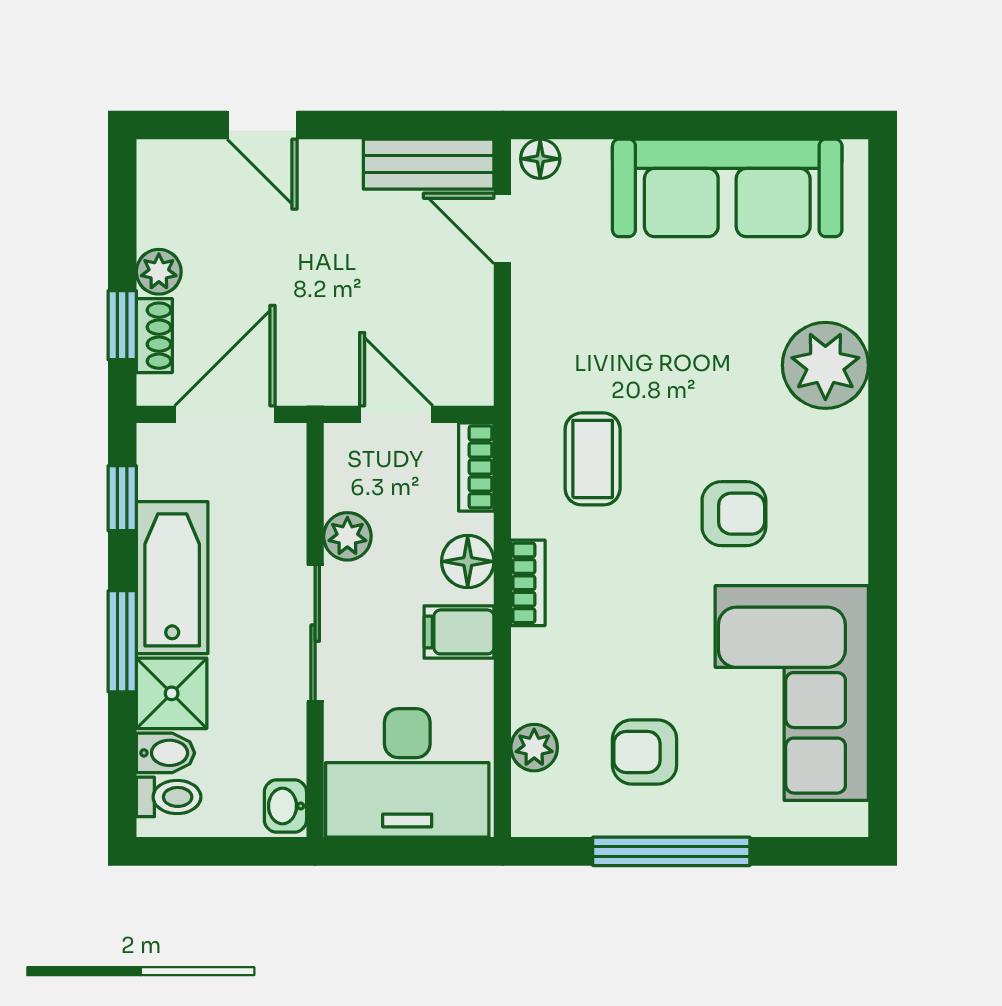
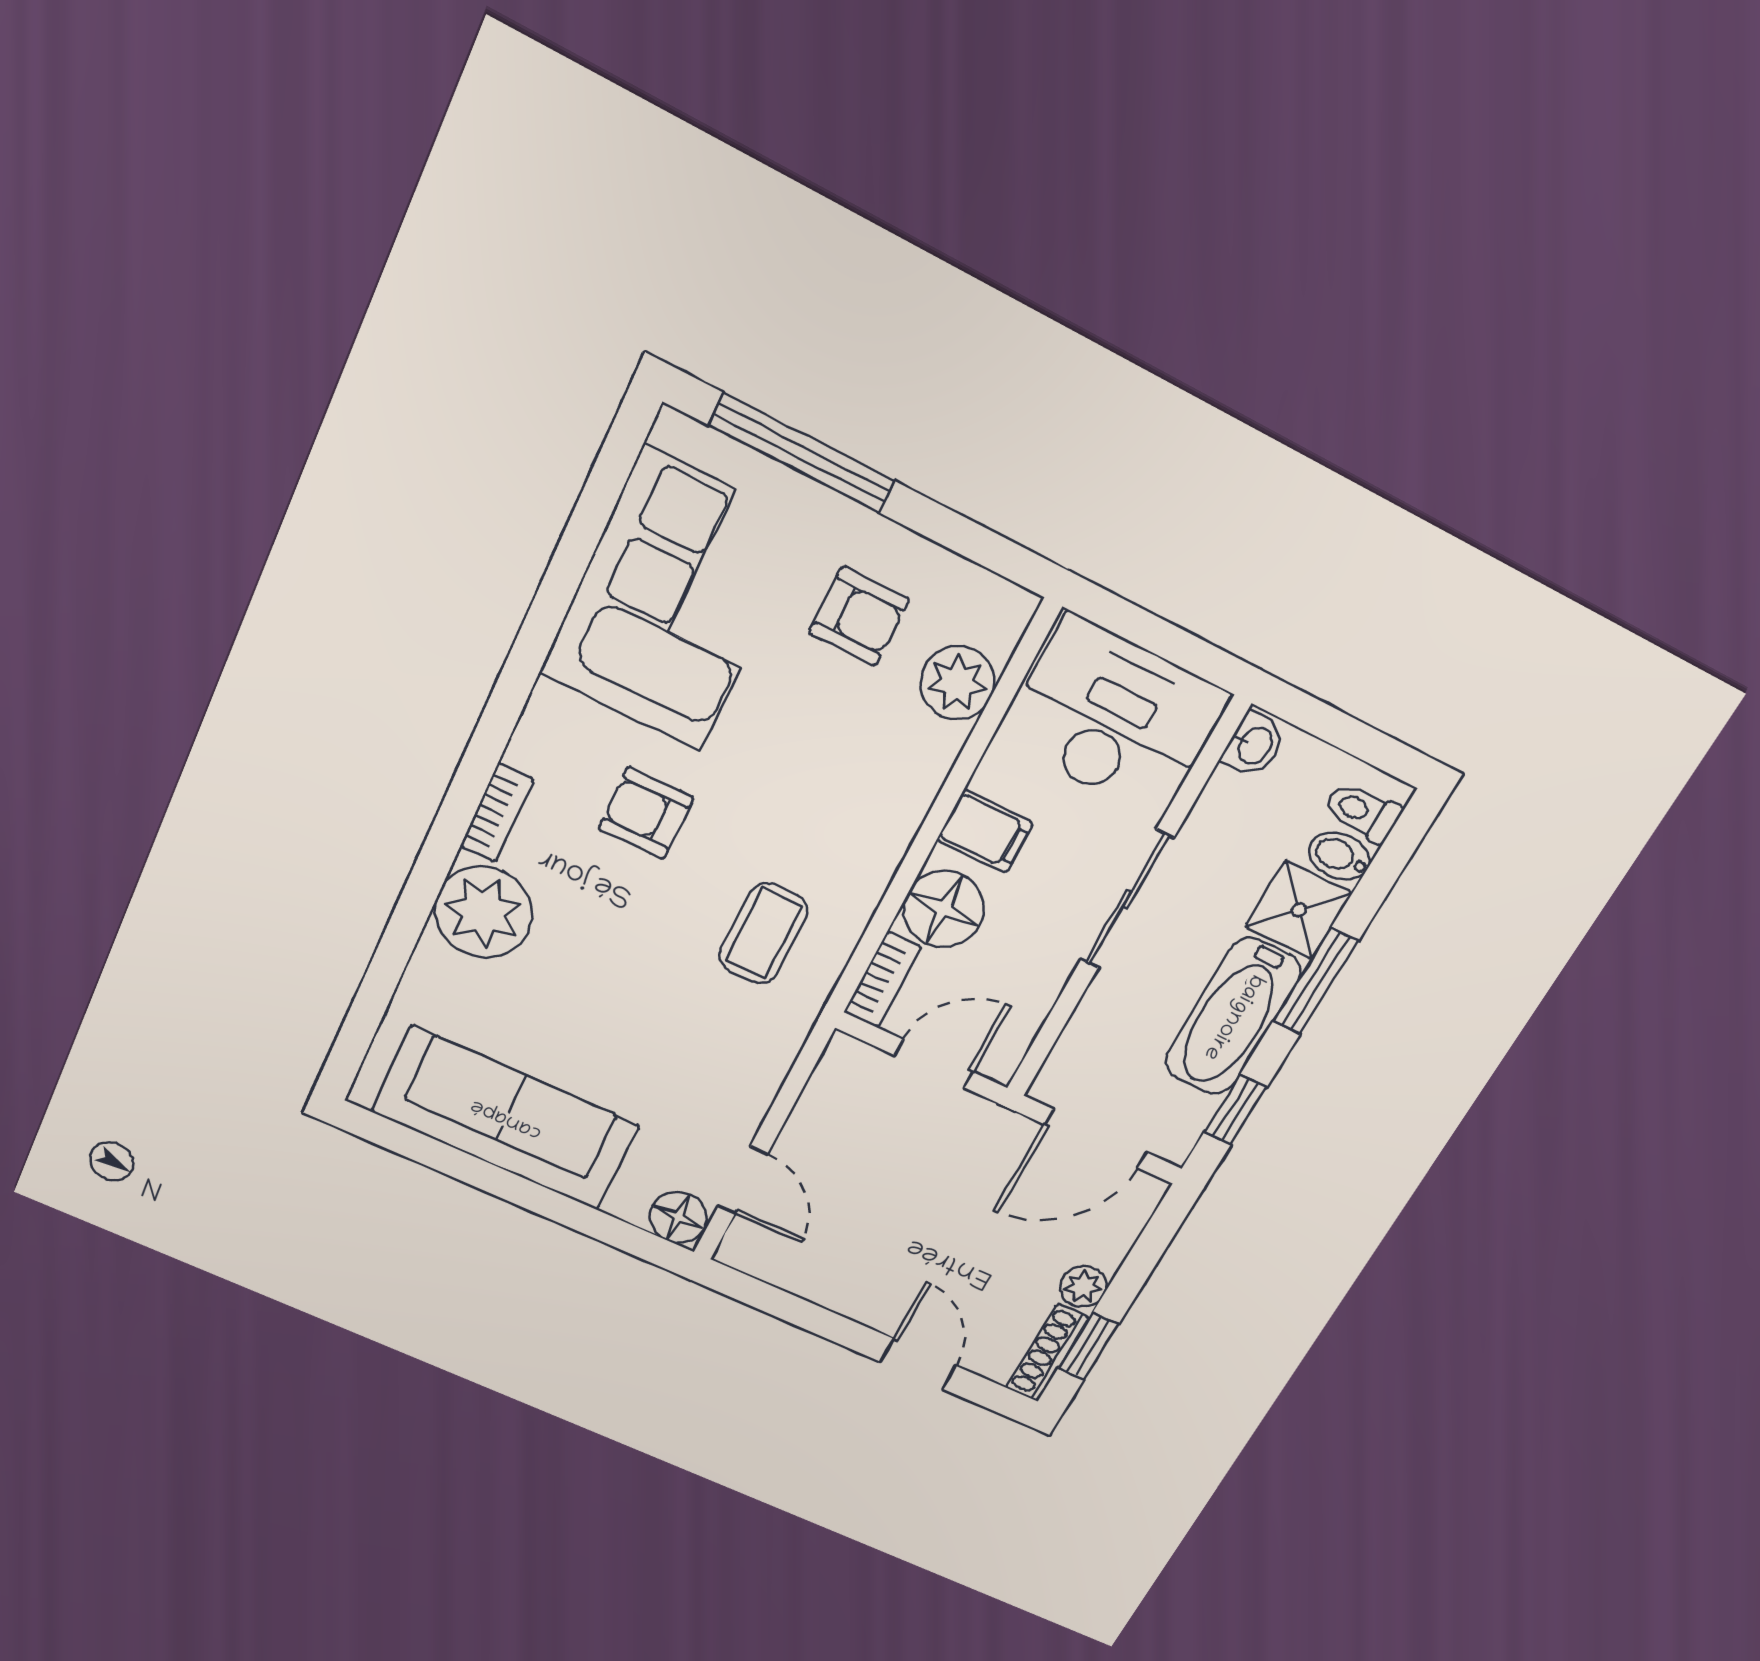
floor lamp: (540, 159) -> (678, 1217), width x1.37, depth x1.37
bench: (429, 164) -> (783, 1265), removed
window: (122, 325) -> (1088, 1346), moved
shoe rack: (154, 336) -> (1048, 1353), moved, width x1.43
door: (396, 414) -> (934, 1064), swing flipped
plant: (347, 536) -> (1044, 975), removed
floor lamp: (468, 561) -> (944, 909), width x1.38, depth x1.38
bookcase: (528, 583) -> (497, 813), moved, turned 180
plant: (534, 748) -> (957, 683), width x1.38, depth x1.38
window: (671, 851) -> (802, 453), moved

